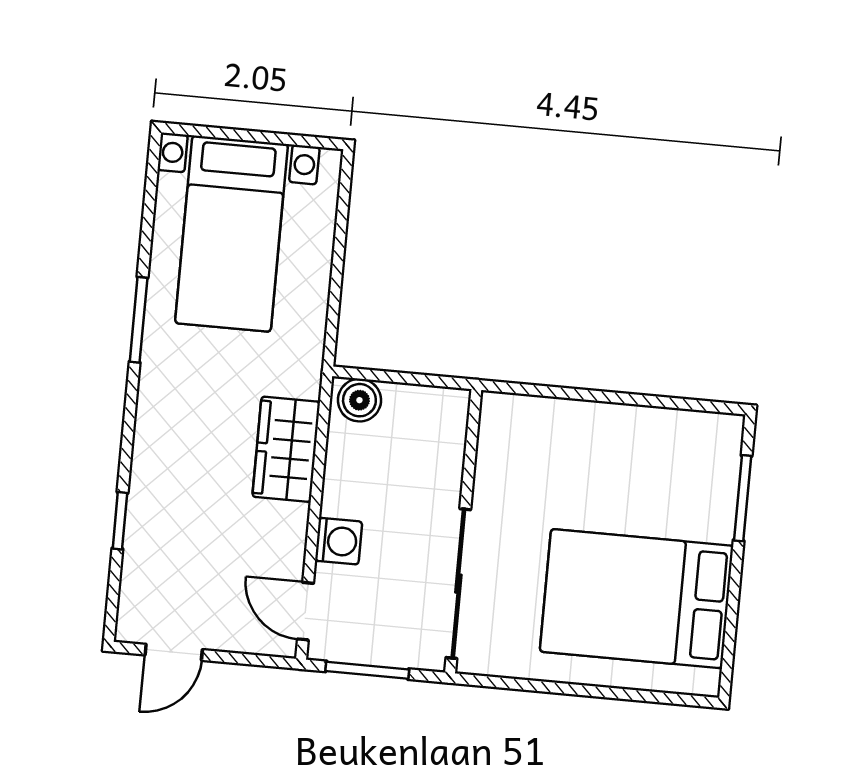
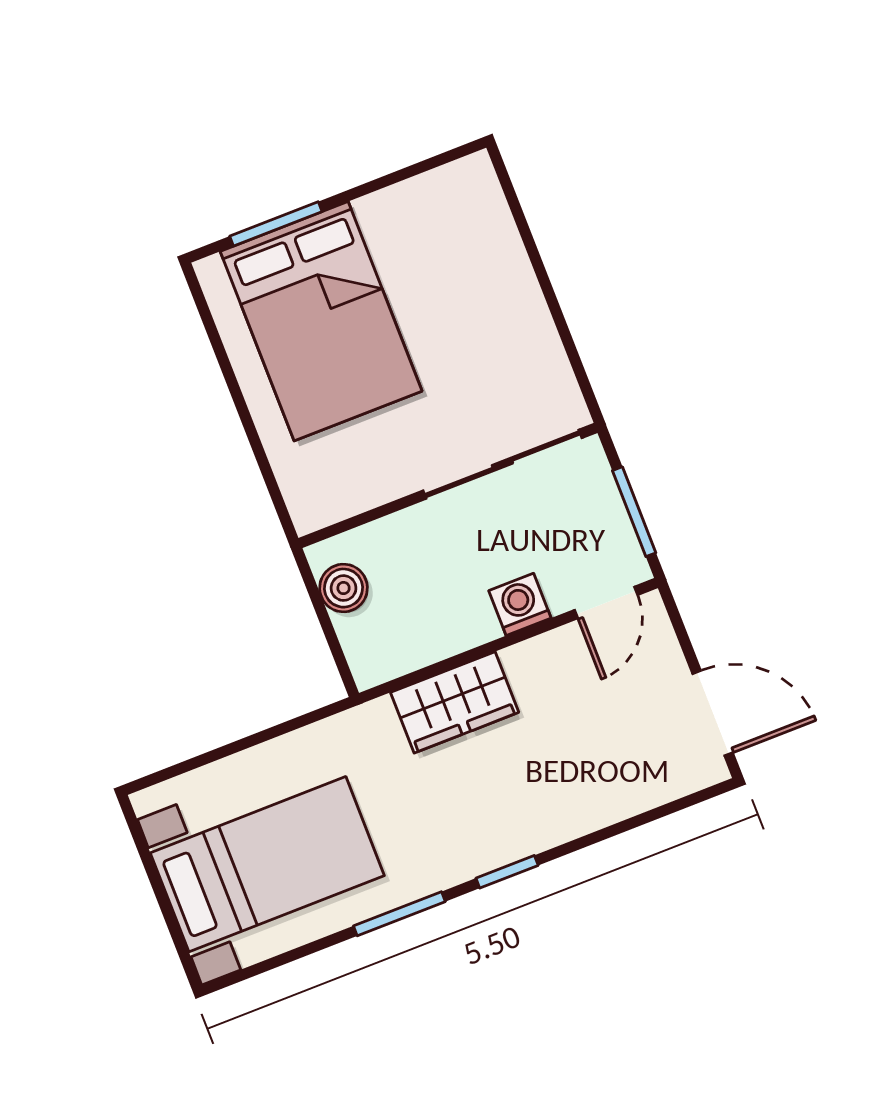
boiler: (359, 400) -> (344, 588), moved
window: (120, 521) -> (507, 872), moved
bed: (637, 599) -> (321, 321), moved
door: (174, 652) -> (713, 713), width x1.38

